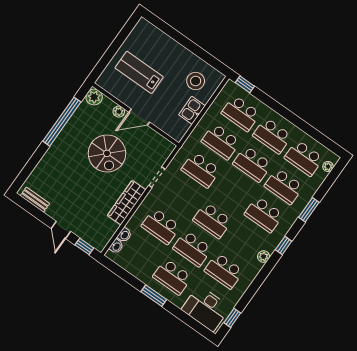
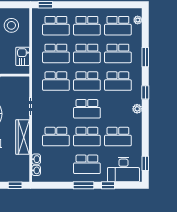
kitchen sink: (192, 110) -> (23, 56), moved
school desk: (232, 192) -> (87, 81), added
window: (179, 313) -> (108, 185), added

